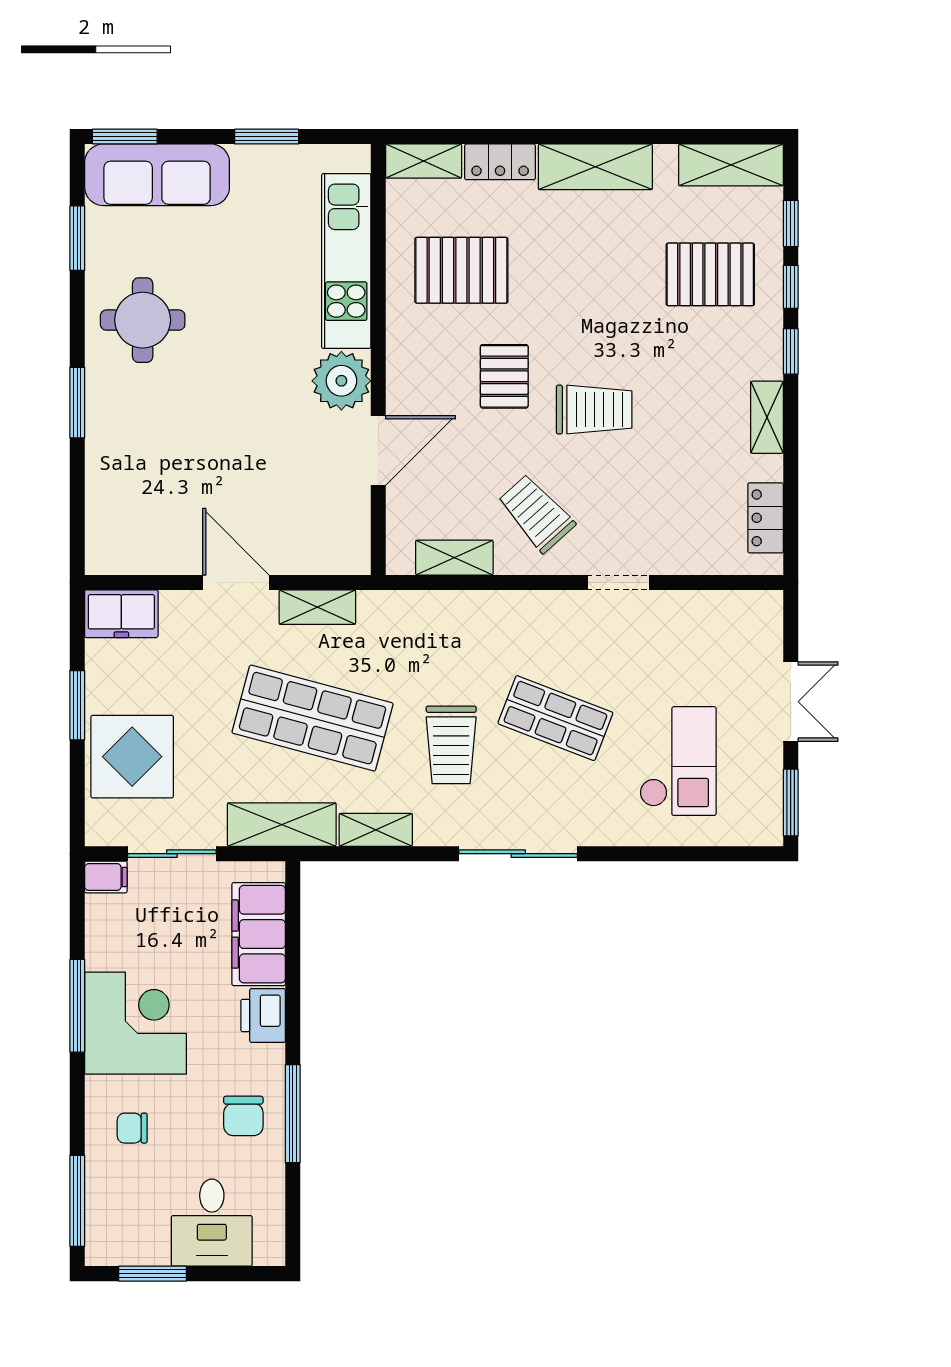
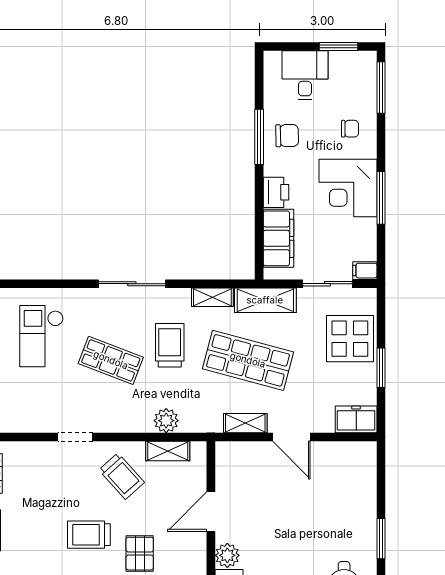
plant: (341, 381) -> (227, 555), width x0.73, depth x0.73
plant: (457, 612) -> (166, 421), added
chair: (243, 1116) -> (287, 136), turned 89

